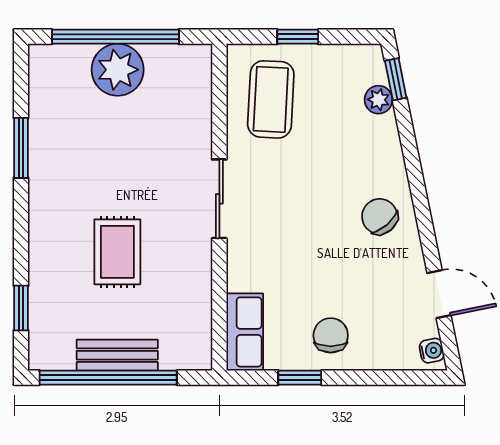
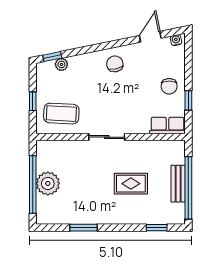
chair: (380, 216) -> (115, 64), turned 120
chair: (331, 335) -> (169, 86), turned -90

